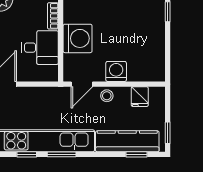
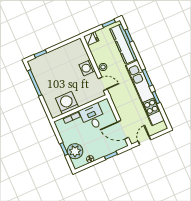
washing machine: (78, 38) -> (67, 103), moved
fridge: (140, 97) -> (91, 39), moved

